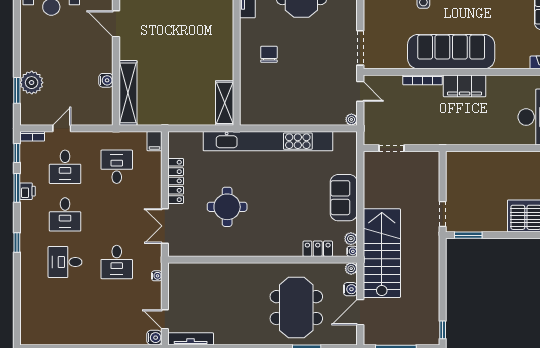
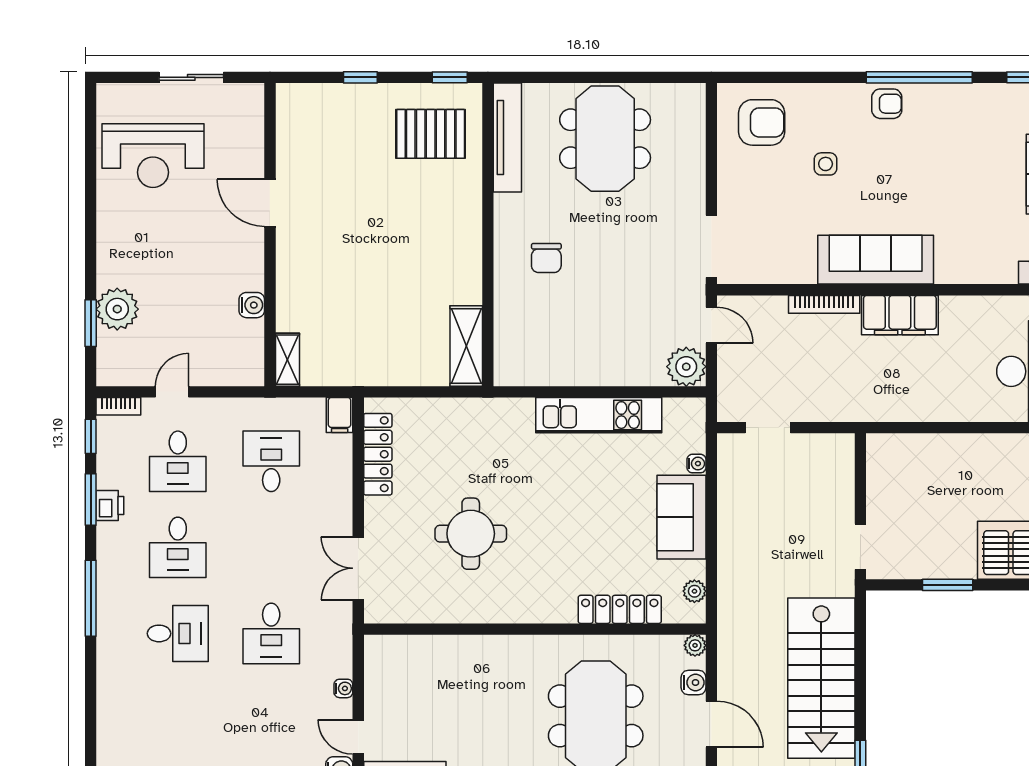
sofa: (451, 52) -> (876, 260), width x0.74, depth x0.79
chair: (269, 54) -> (546, 258), turned 180
shelving: (128, 93) -> (287, 360), width x0.45, depth x0.75
plant: (351, 119) -> (686, 367), width x1.87, depth x1.87
kitchen unit: (268, 141) -> (599, 415), width x0.54
locker: (176, 181) -> (378, 454), moved
window: (468, 235) -> (948, 585), moved
window: (17, 243) -> (91, 598), width x2.17
locker: (318, 249) -> (620, 609), width x1.53
water cooler: (352, 251) -> (696, 464), moved
stairs: (382, 253) -> (821, 678), moved, turned 180
desk: (65, 262) -> (178, 633), turned 180
water cooler: (157, 276) -> (343, 688), moved
door: (360, 312) -> (711, 724), swing flipped

